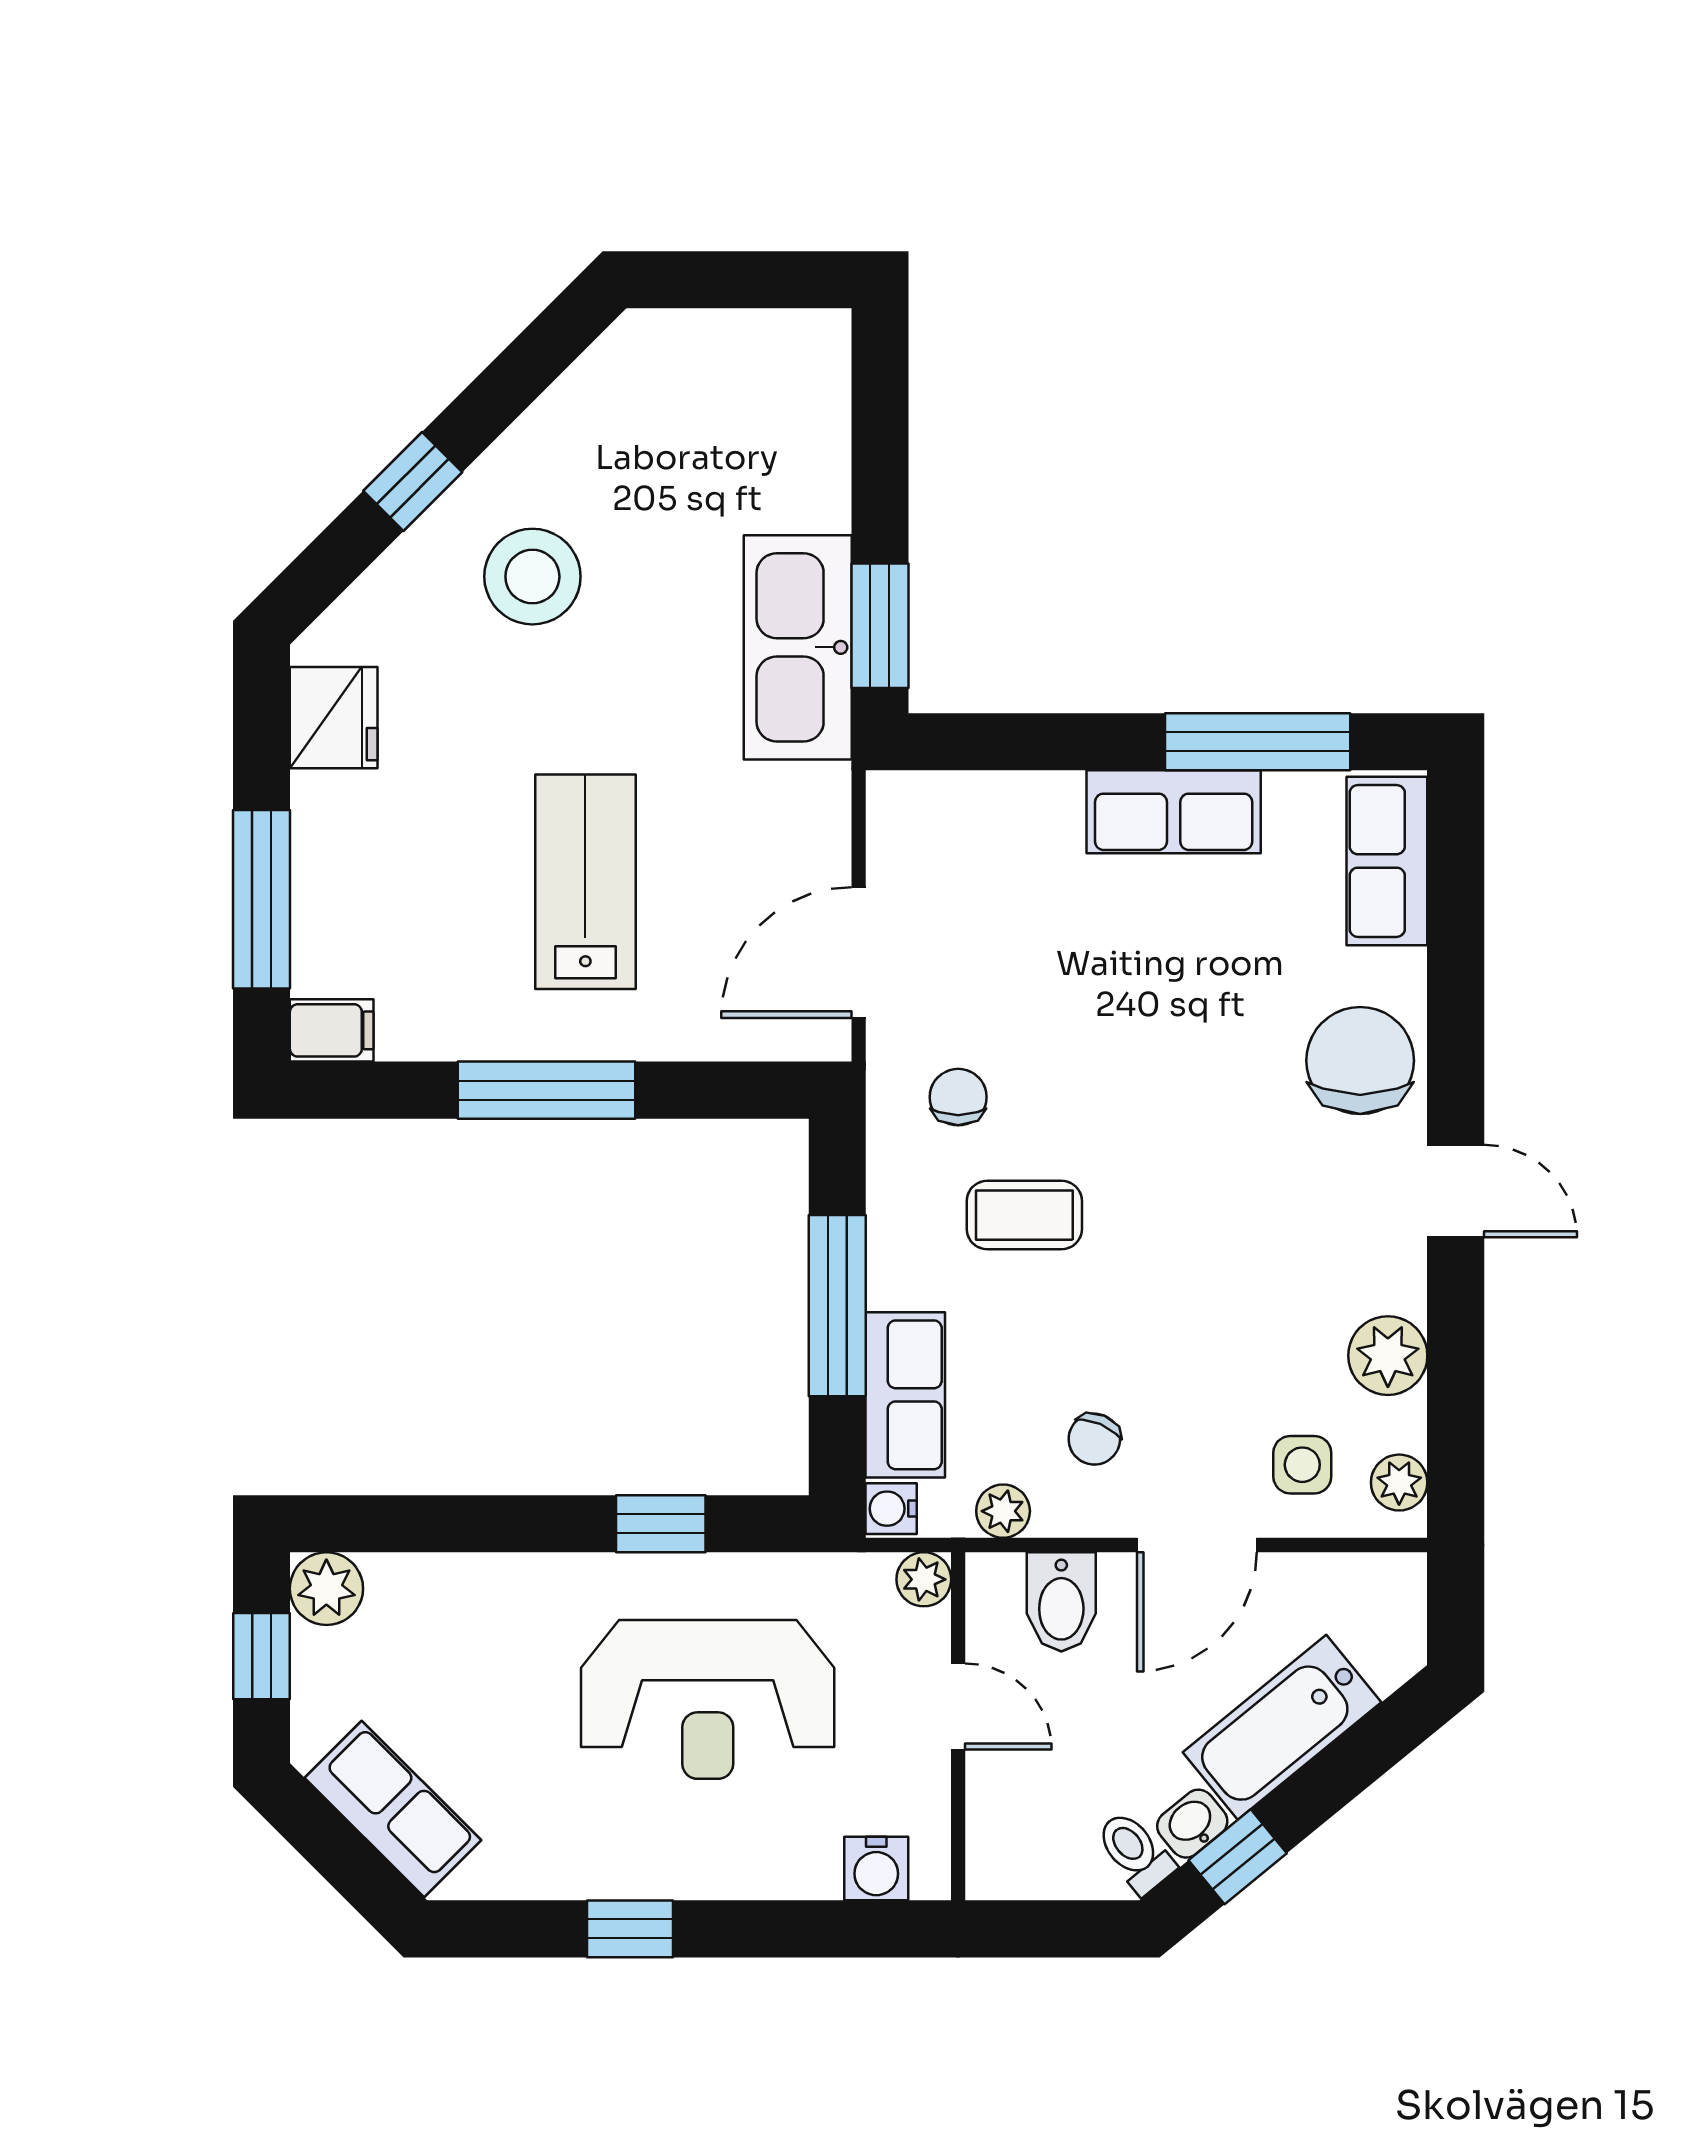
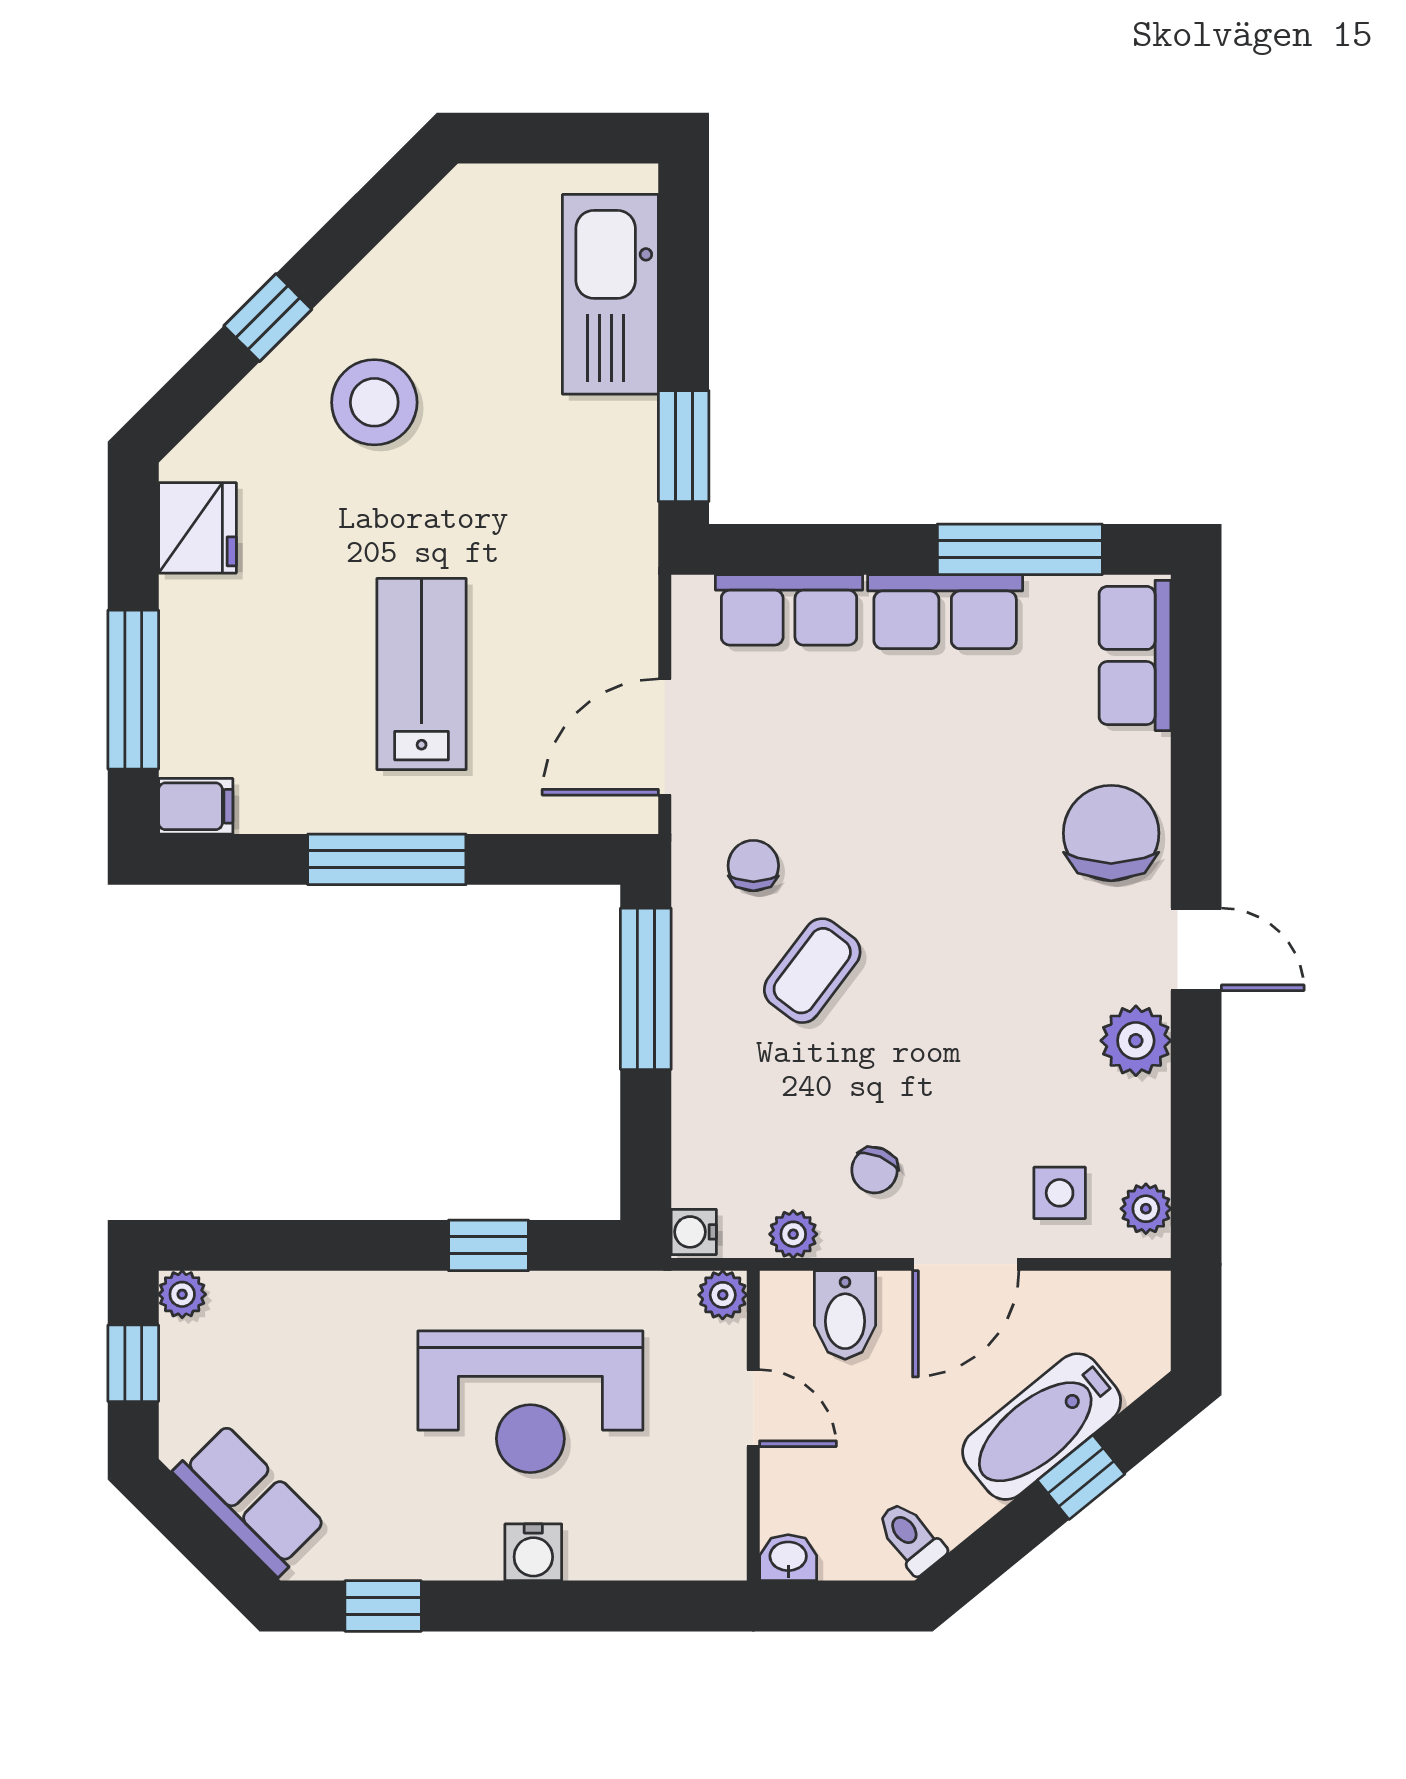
kitchen sink: (798, 647) -> (610, 294), moved
coffee table: (1024, 1215) -> (812, 971), turned -53
window: (837, 1306) -> (646, 989), moved
plant: (1388, 1356) -> (1136, 1041), moved
row of seats: (905, 1395) -> (789, 610), moved, turned 90
plant: (326, 1589) -> (182, 1294), width x0.73, depth x0.73
washbasin: (1192, 1824) -> (788, 1558), moved, turned 39
window: (1238, 1857) -> (1081, 1477), moved
water cooler: (876, 1869) -> (533, 1552), moved
window: (630, 1929) -> (383, 1606), moved

